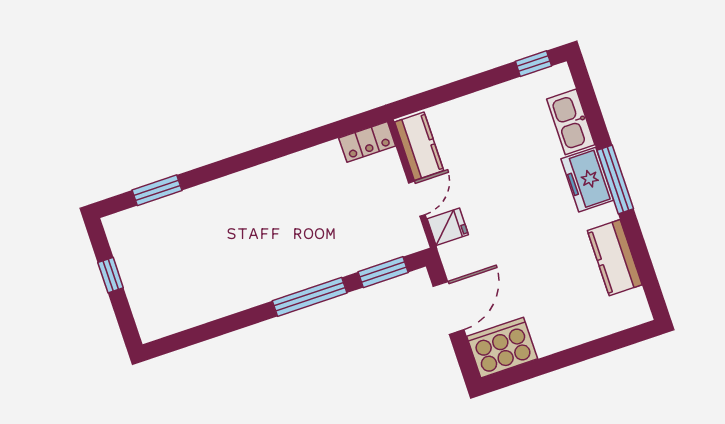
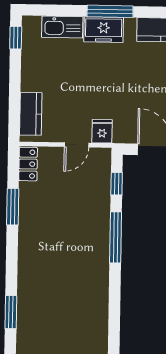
window: (301, 142) -> (13, 207), added
kitchen counter: (419, 146) -> (31, 114), moved, turned 90
door: (417, 199) -> (77, 145), swing flipped
window: (383, 272) -> (117, 184), width x0.67

